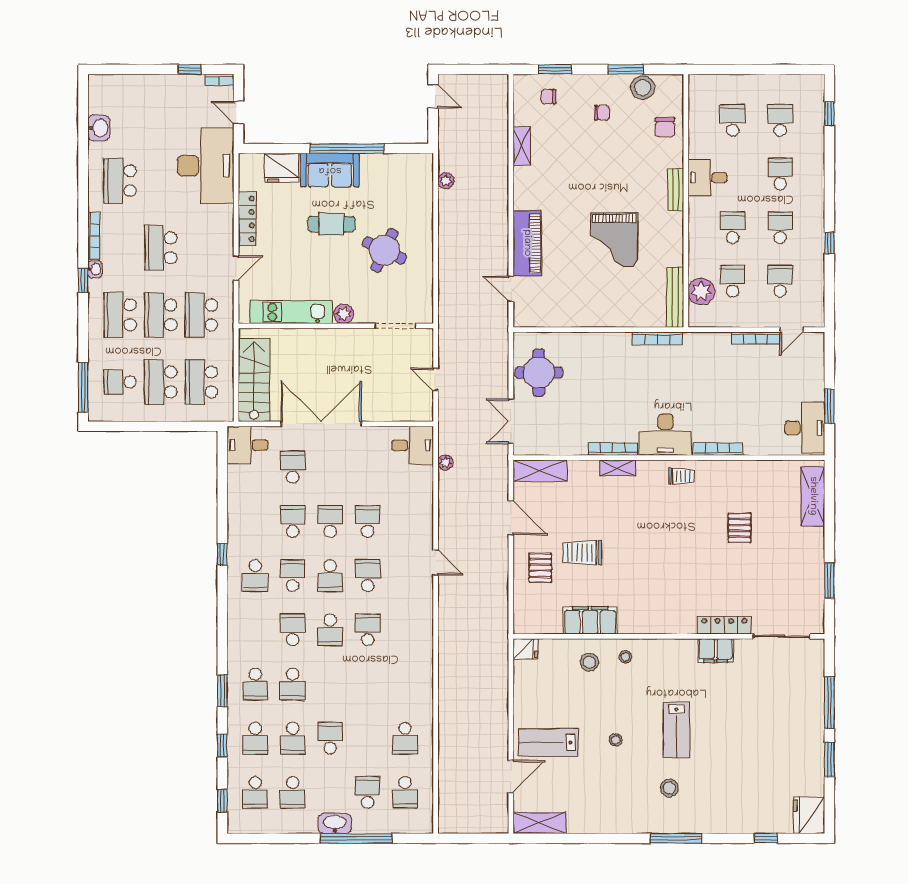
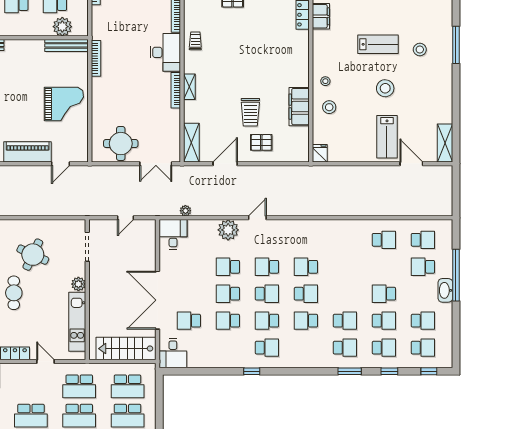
grand piano: (614, 240) -> (64, 104), moved
plant: (419, 522) -> (228, 230), added
stool: (616, 740) -> (385, 88), width x1.89, depth x1.89

